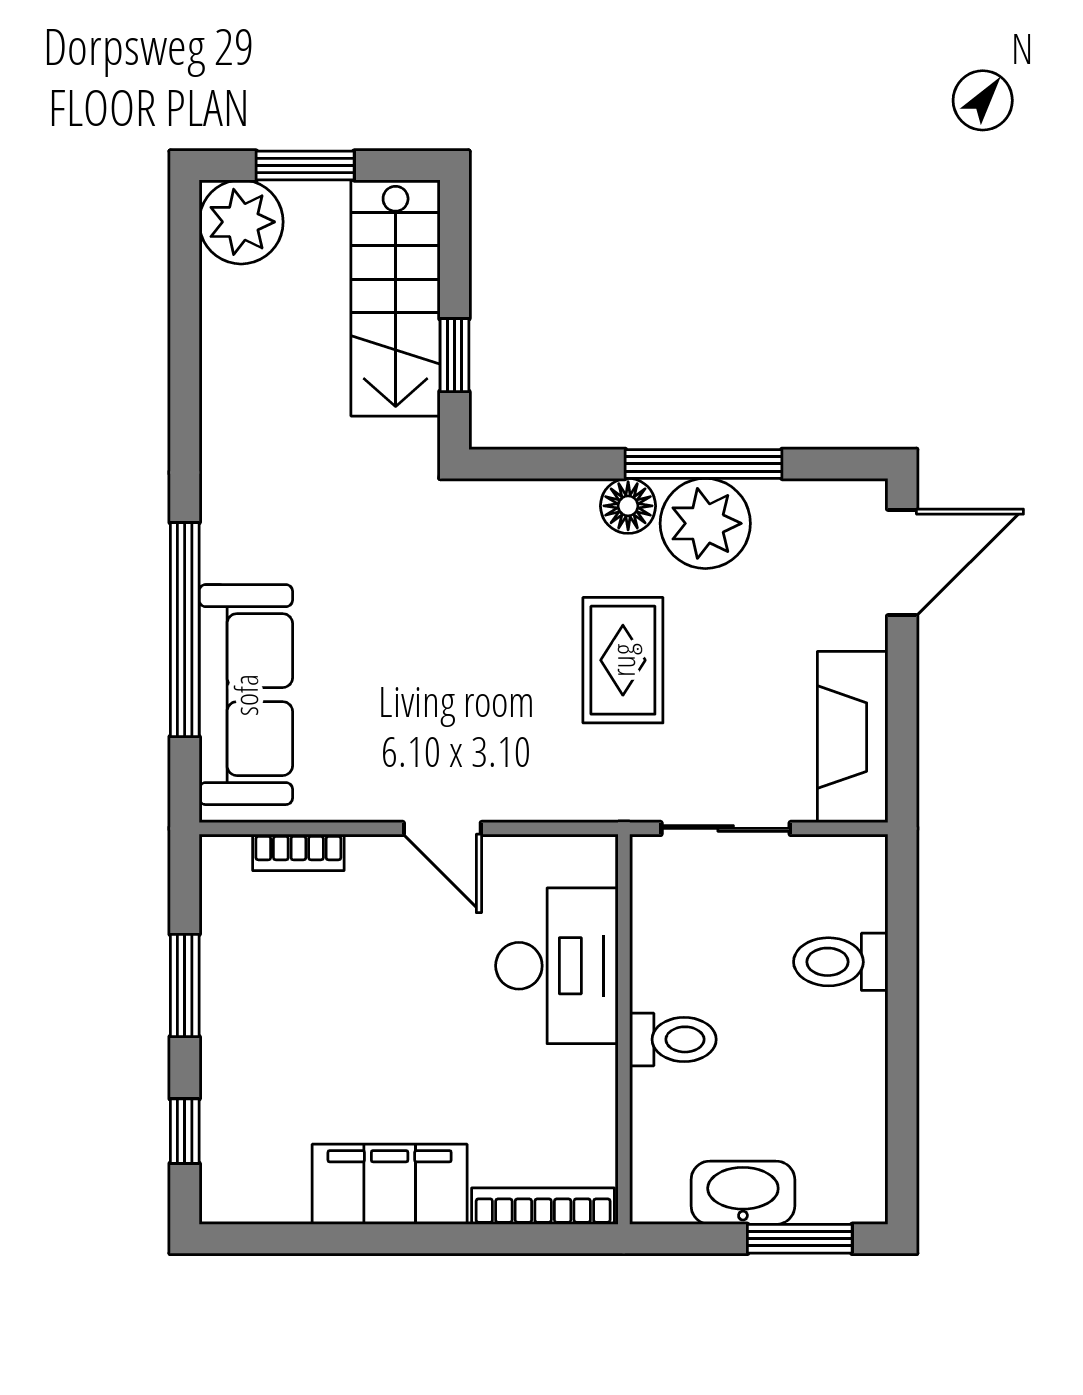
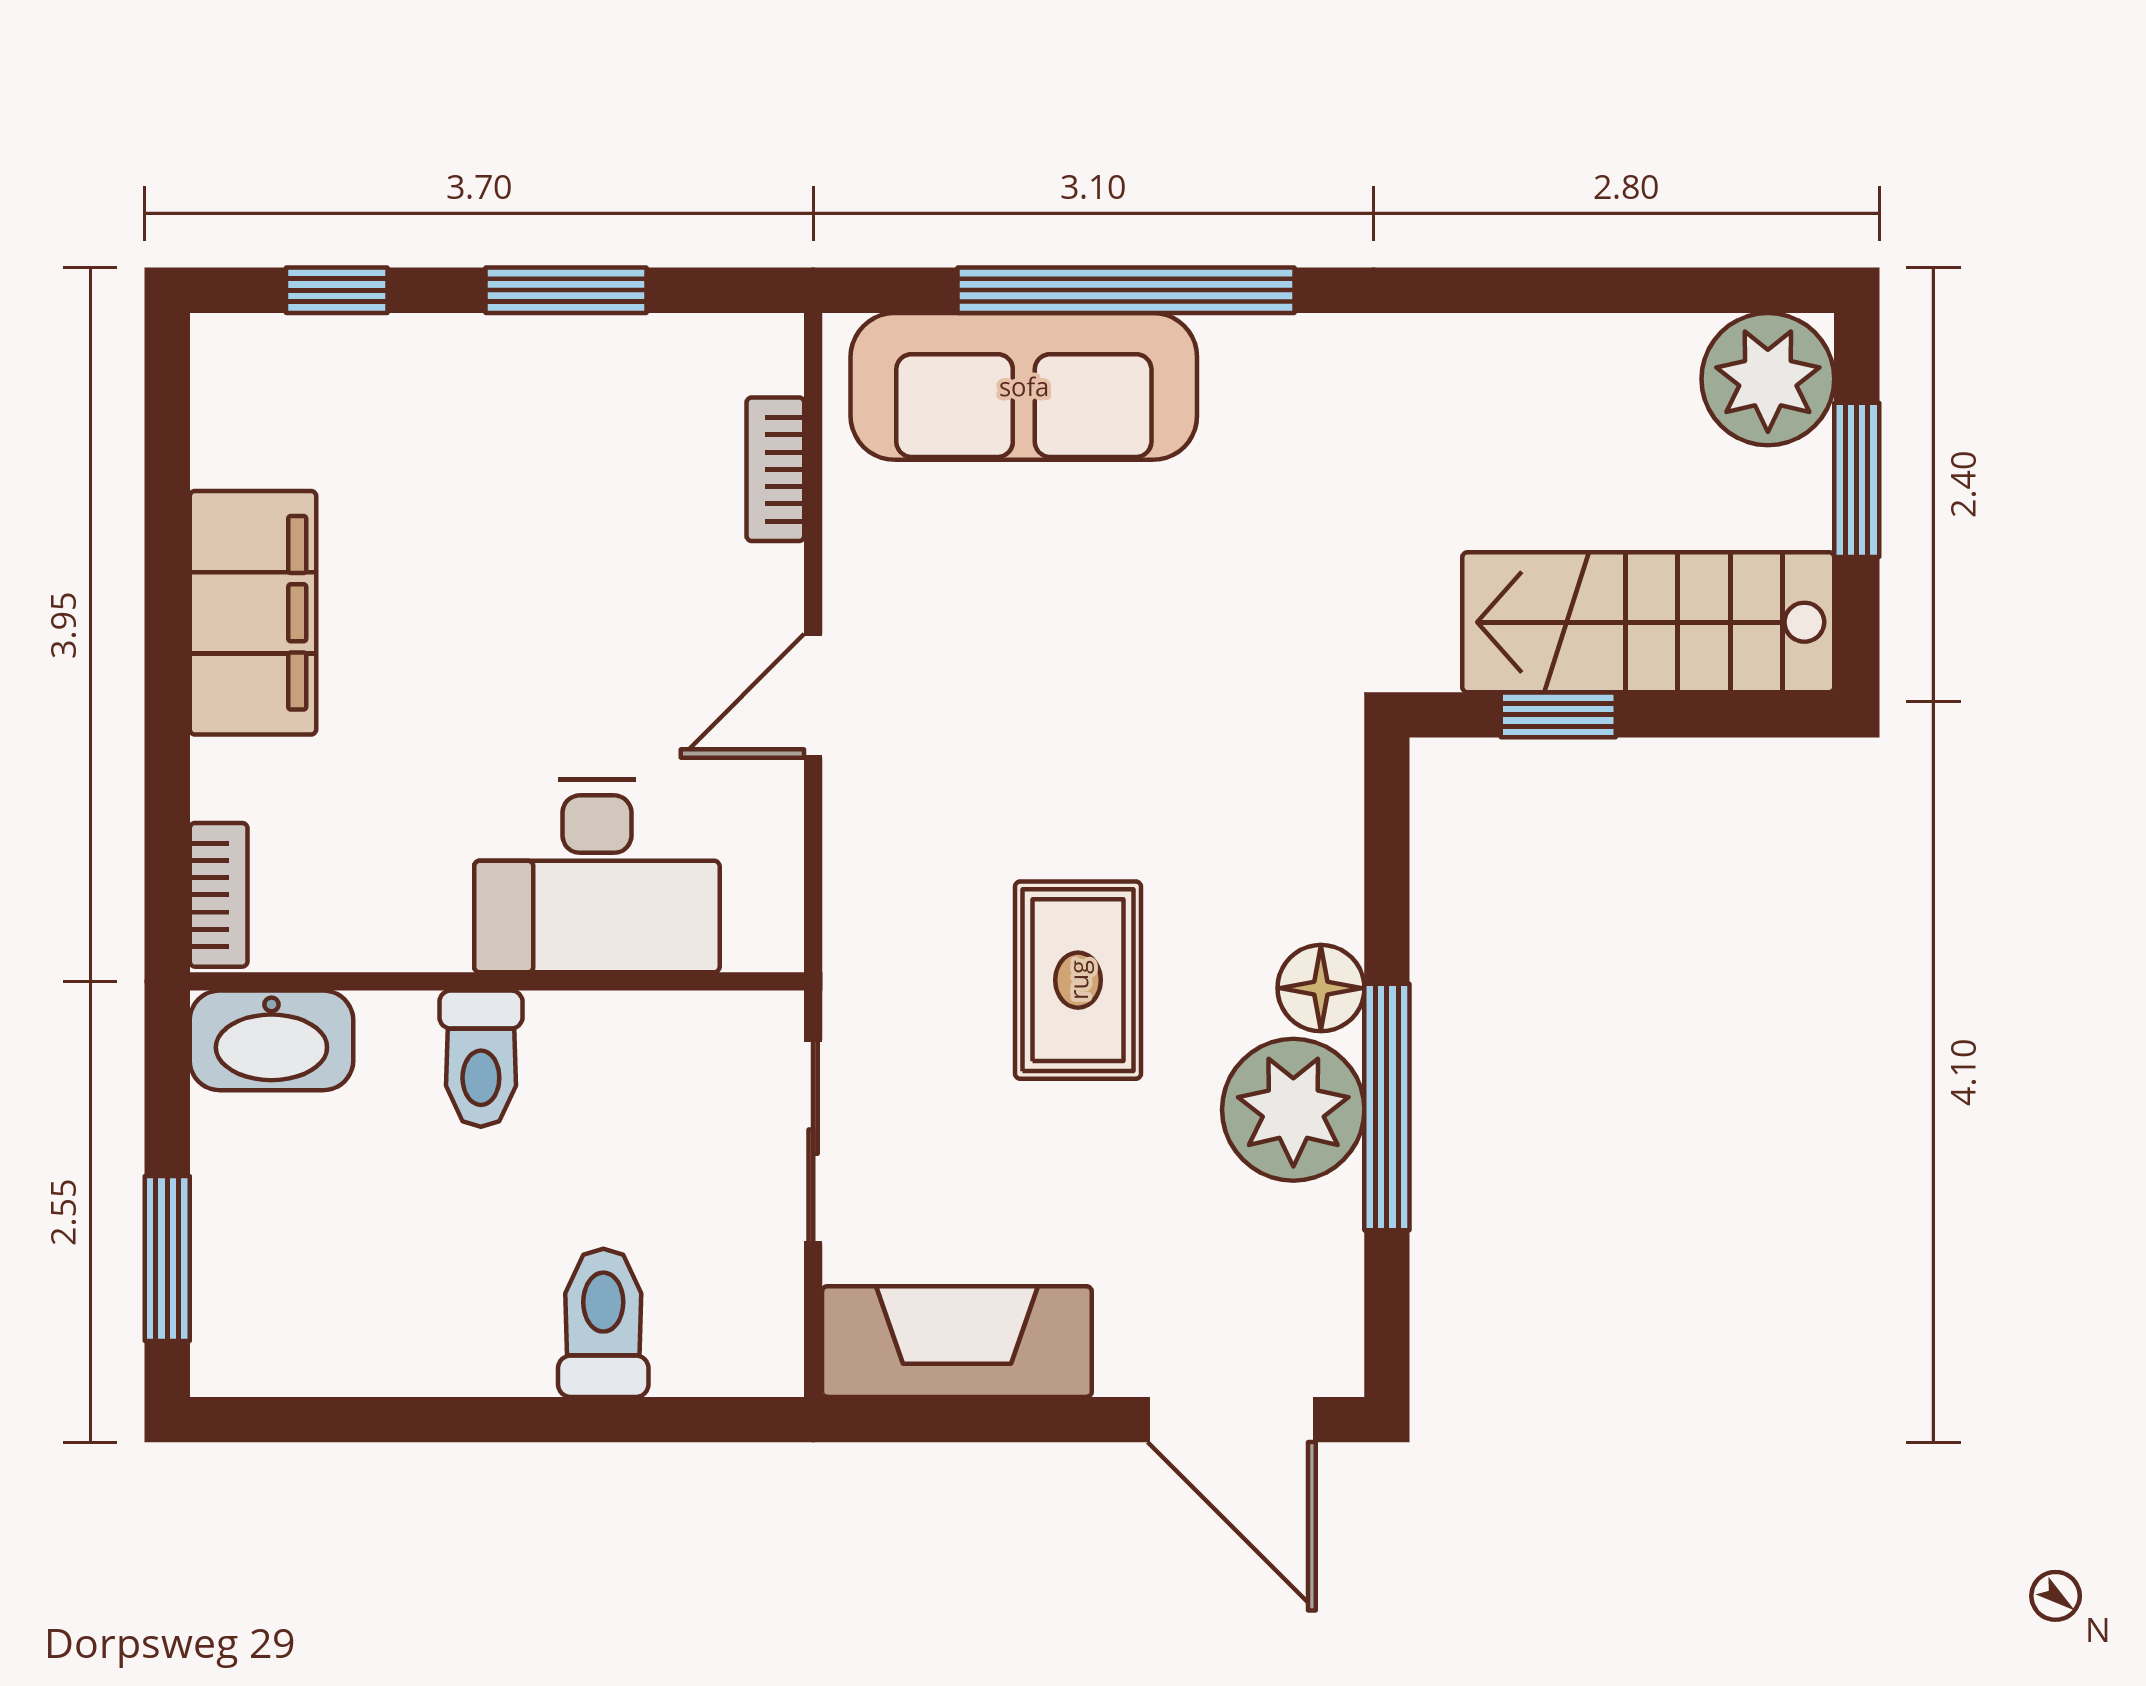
rug: (623, 660) -> (1078, 980), turned 90
washbasin: (743, 1193) -> (271, 1040), moved, turned 90
bookcase: (543, 1206) -> (219, 895), width x0.64

